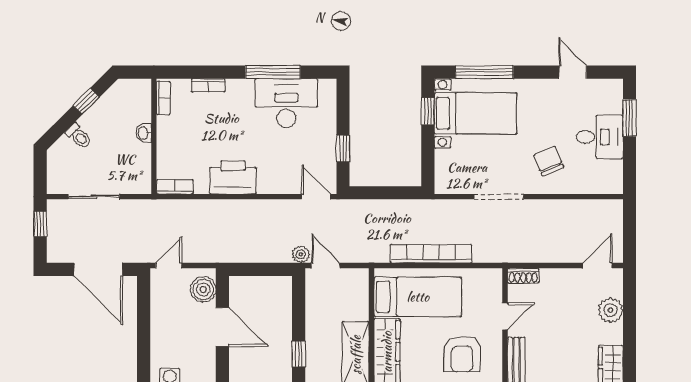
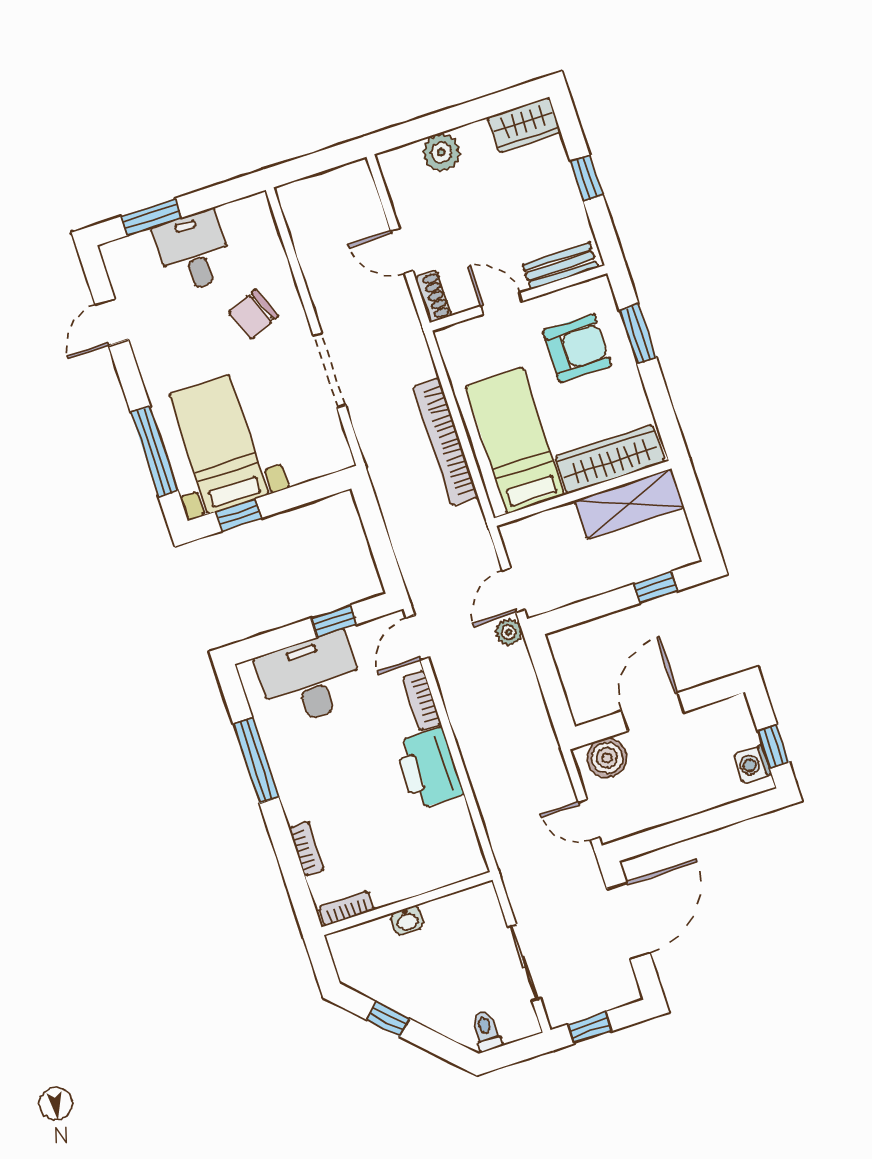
desk: (286, 103) -> (310, 679), moved, turned 90
toilet: (79, 136) -> (486, 1031), moved, turned -45
bookcase: (175, 187) -> (422, 701), moved
door: (598, 266) -> (402, 251), moved

